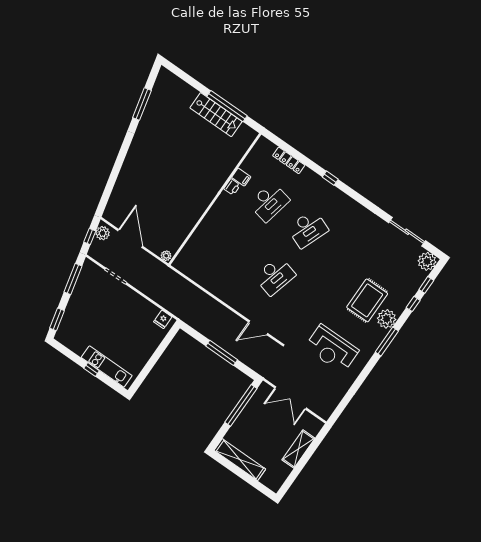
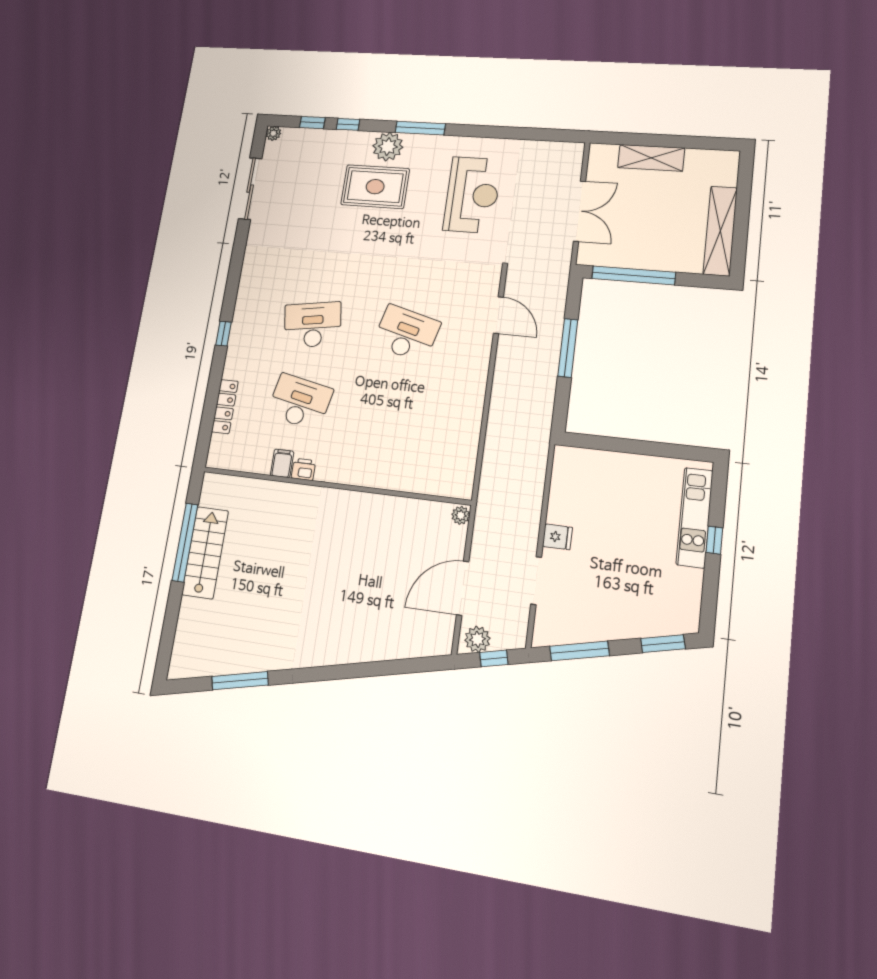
desk: (308, 229) -> (313, 325), turned -30
plant: (427, 261) -> (273, 133), width x0.53, depth x0.53
fridge: (163, 319) -> (557, 537), moved

